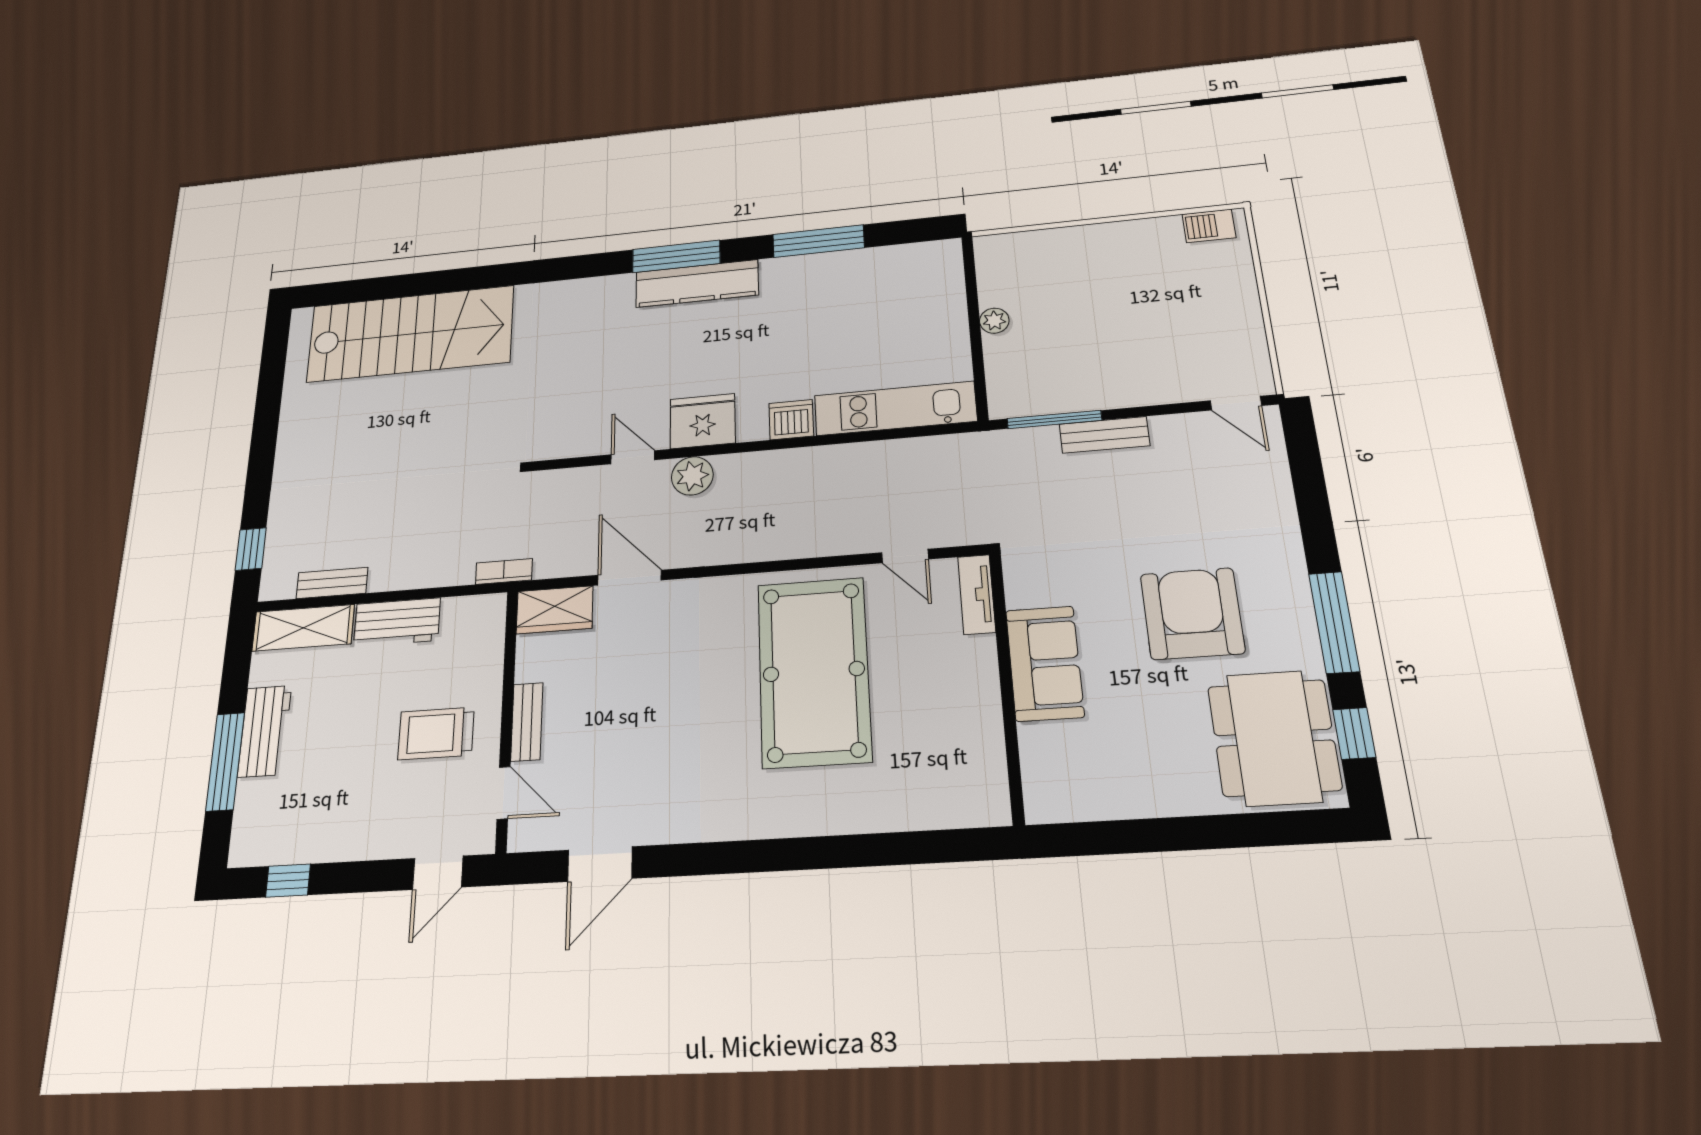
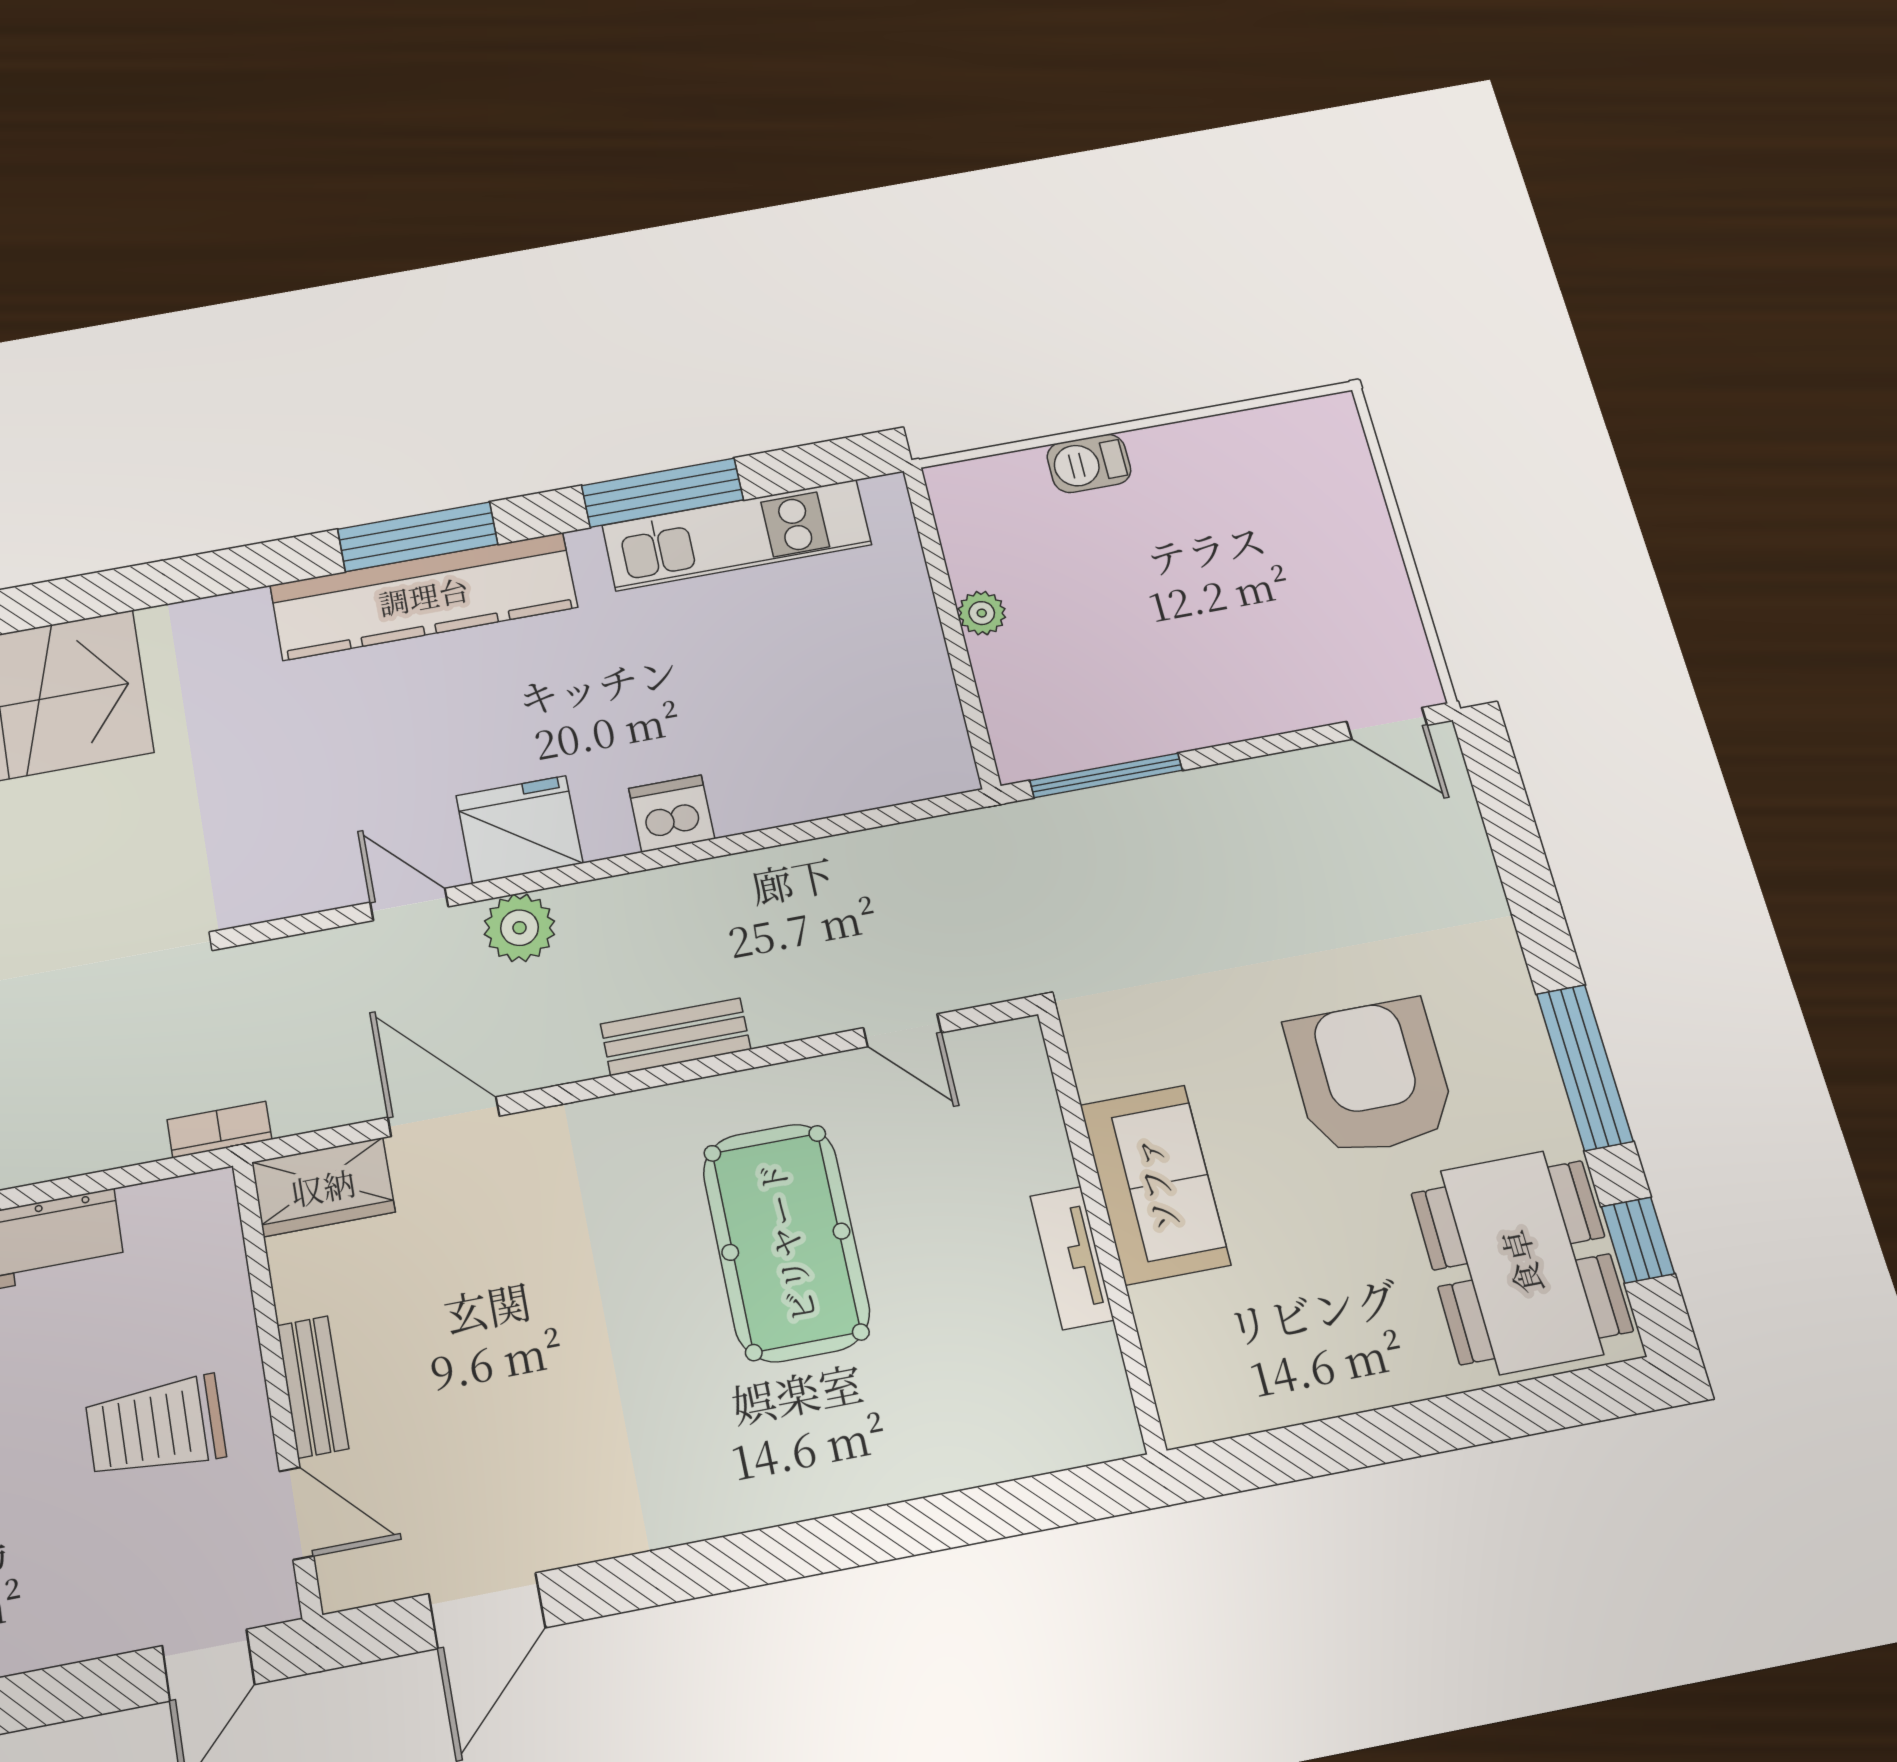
barbecue: (1209, 226) -> (1089, 463), moved
kitchen counter: (697, 283) -> (424, 596), width x1.39, depth x1.17
kitchen unit: (895, 408) -> (737, 535), moved, turned 180
bench: (1104, 435) -> (676, 1037), moved
tv unit: (977, 594) -> (1072, 1258), moved
pool table: (814, 671) -> (786, 1242), width x0.73, depth x0.76

